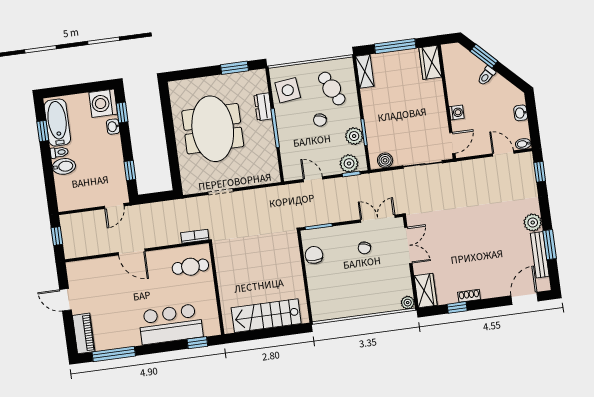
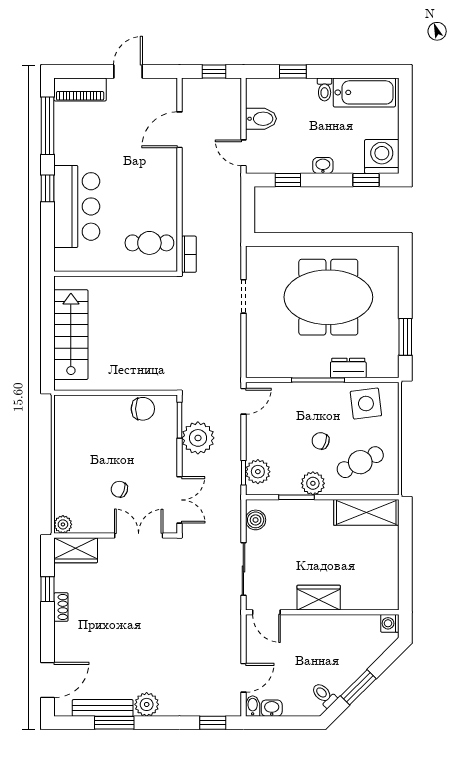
window: (395, 46) -> (405, 554), removed
window: (484, 56) -> (358, 687), moved
wardrobe: (430, 62) -> (319, 598), moved
shelving: (365, 71) -> (366, 512), width x1.50, depth x1.33
toilet: (486, 76) -> (324, 695), moved
washing machine: (457, 112) -> (390, 623), moved, turned 90
washbasin: (521, 113) -> (272, 708), moved
washbasin: (113, 127) -> (323, 165), moved
window: (43, 131) -> (293, 71), moved
plant: (354, 136) -> (313, 483), moved
bidet: (64, 166) -> (261, 119), moved, turned -90
door: (313, 179) -> (243, 401), moved
plant: (330, 211) -> (198, 438), added
double door: (408, 245) -> (139, 536), swing flipped
chair: (364, 248) -> (119, 489), moved
door: (132, 252) -> (180, 130), moved
cafe table: (190, 267) -> (149, 243), turned 90
door: (525, 298) -> (48, 680), hinge flipped
window: (197, 343) -> (48, 188), moved

